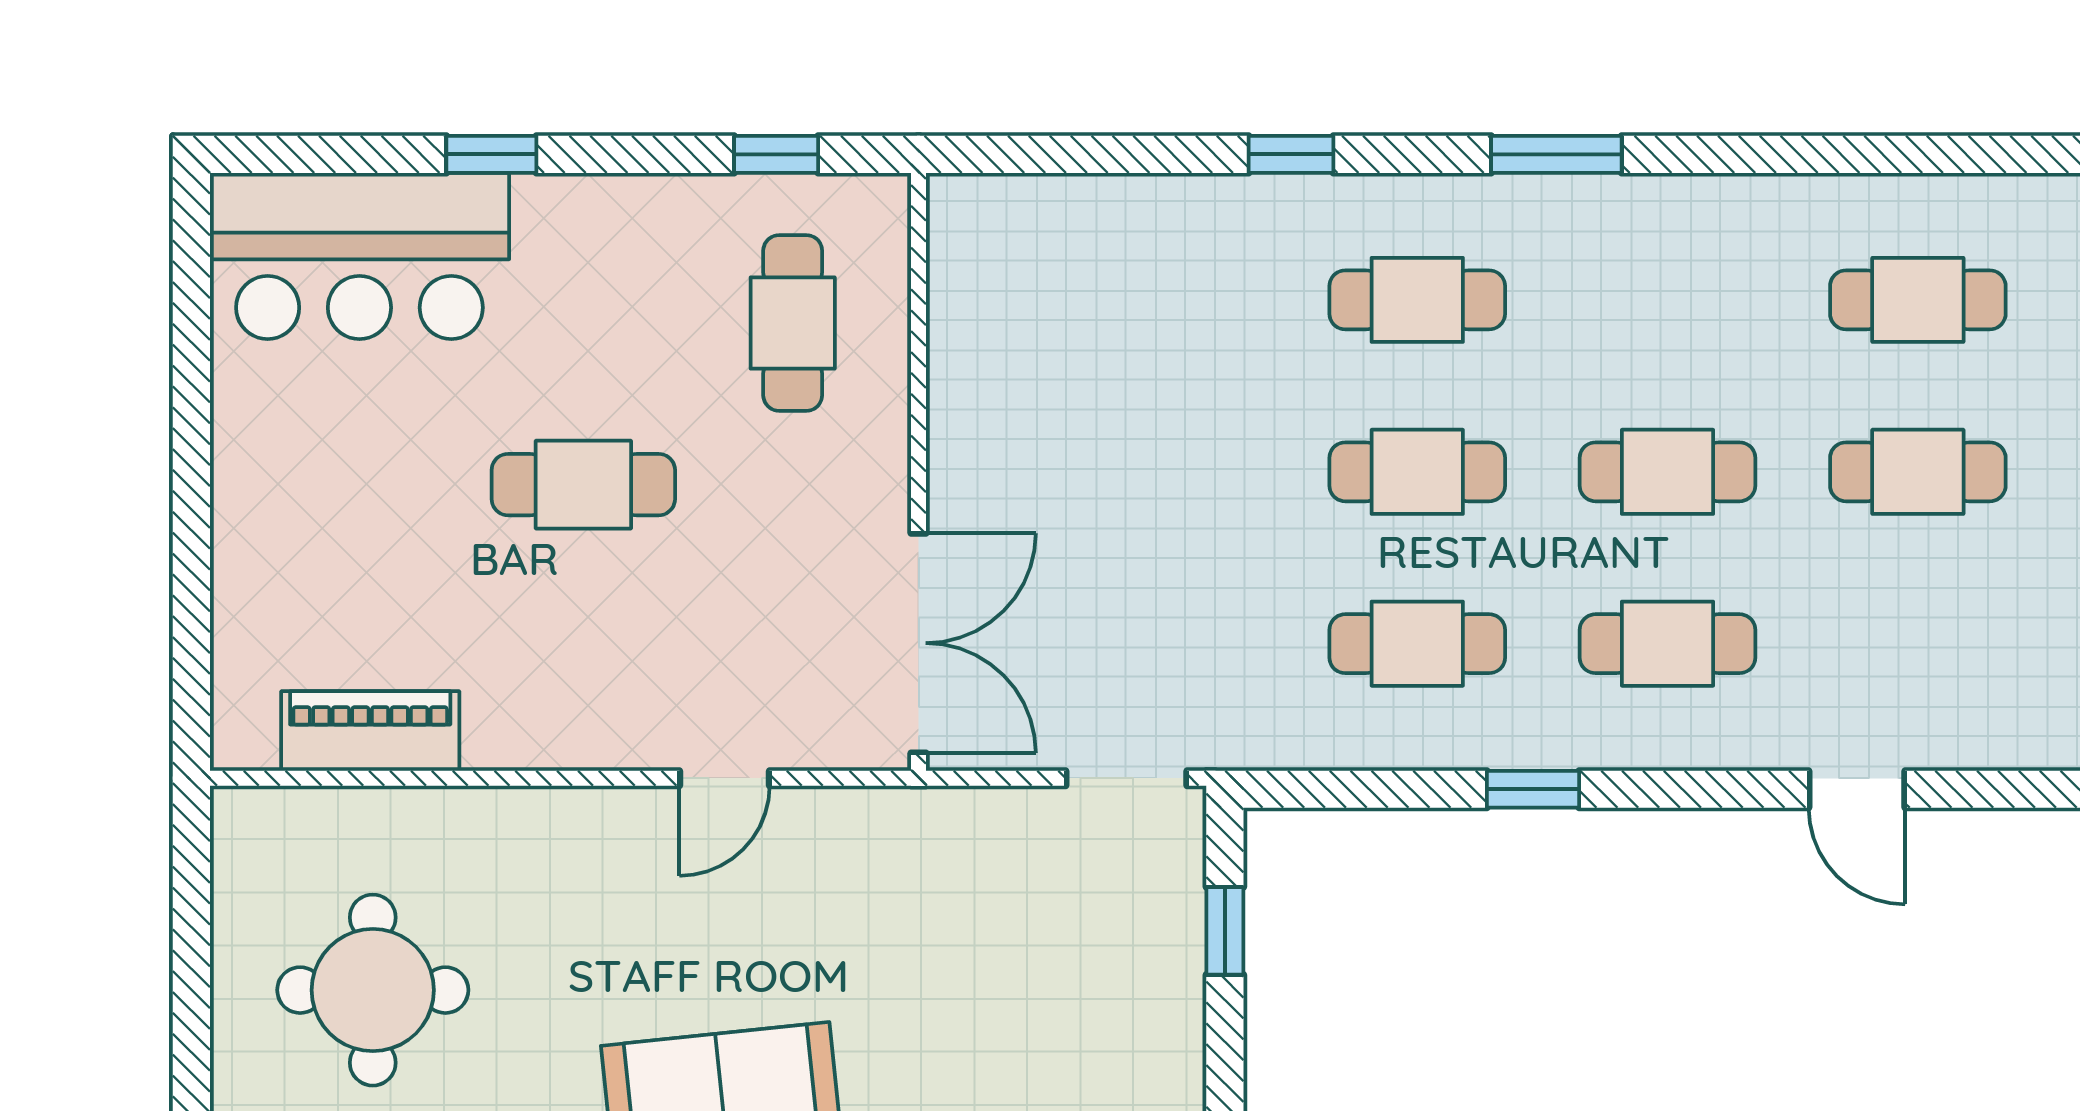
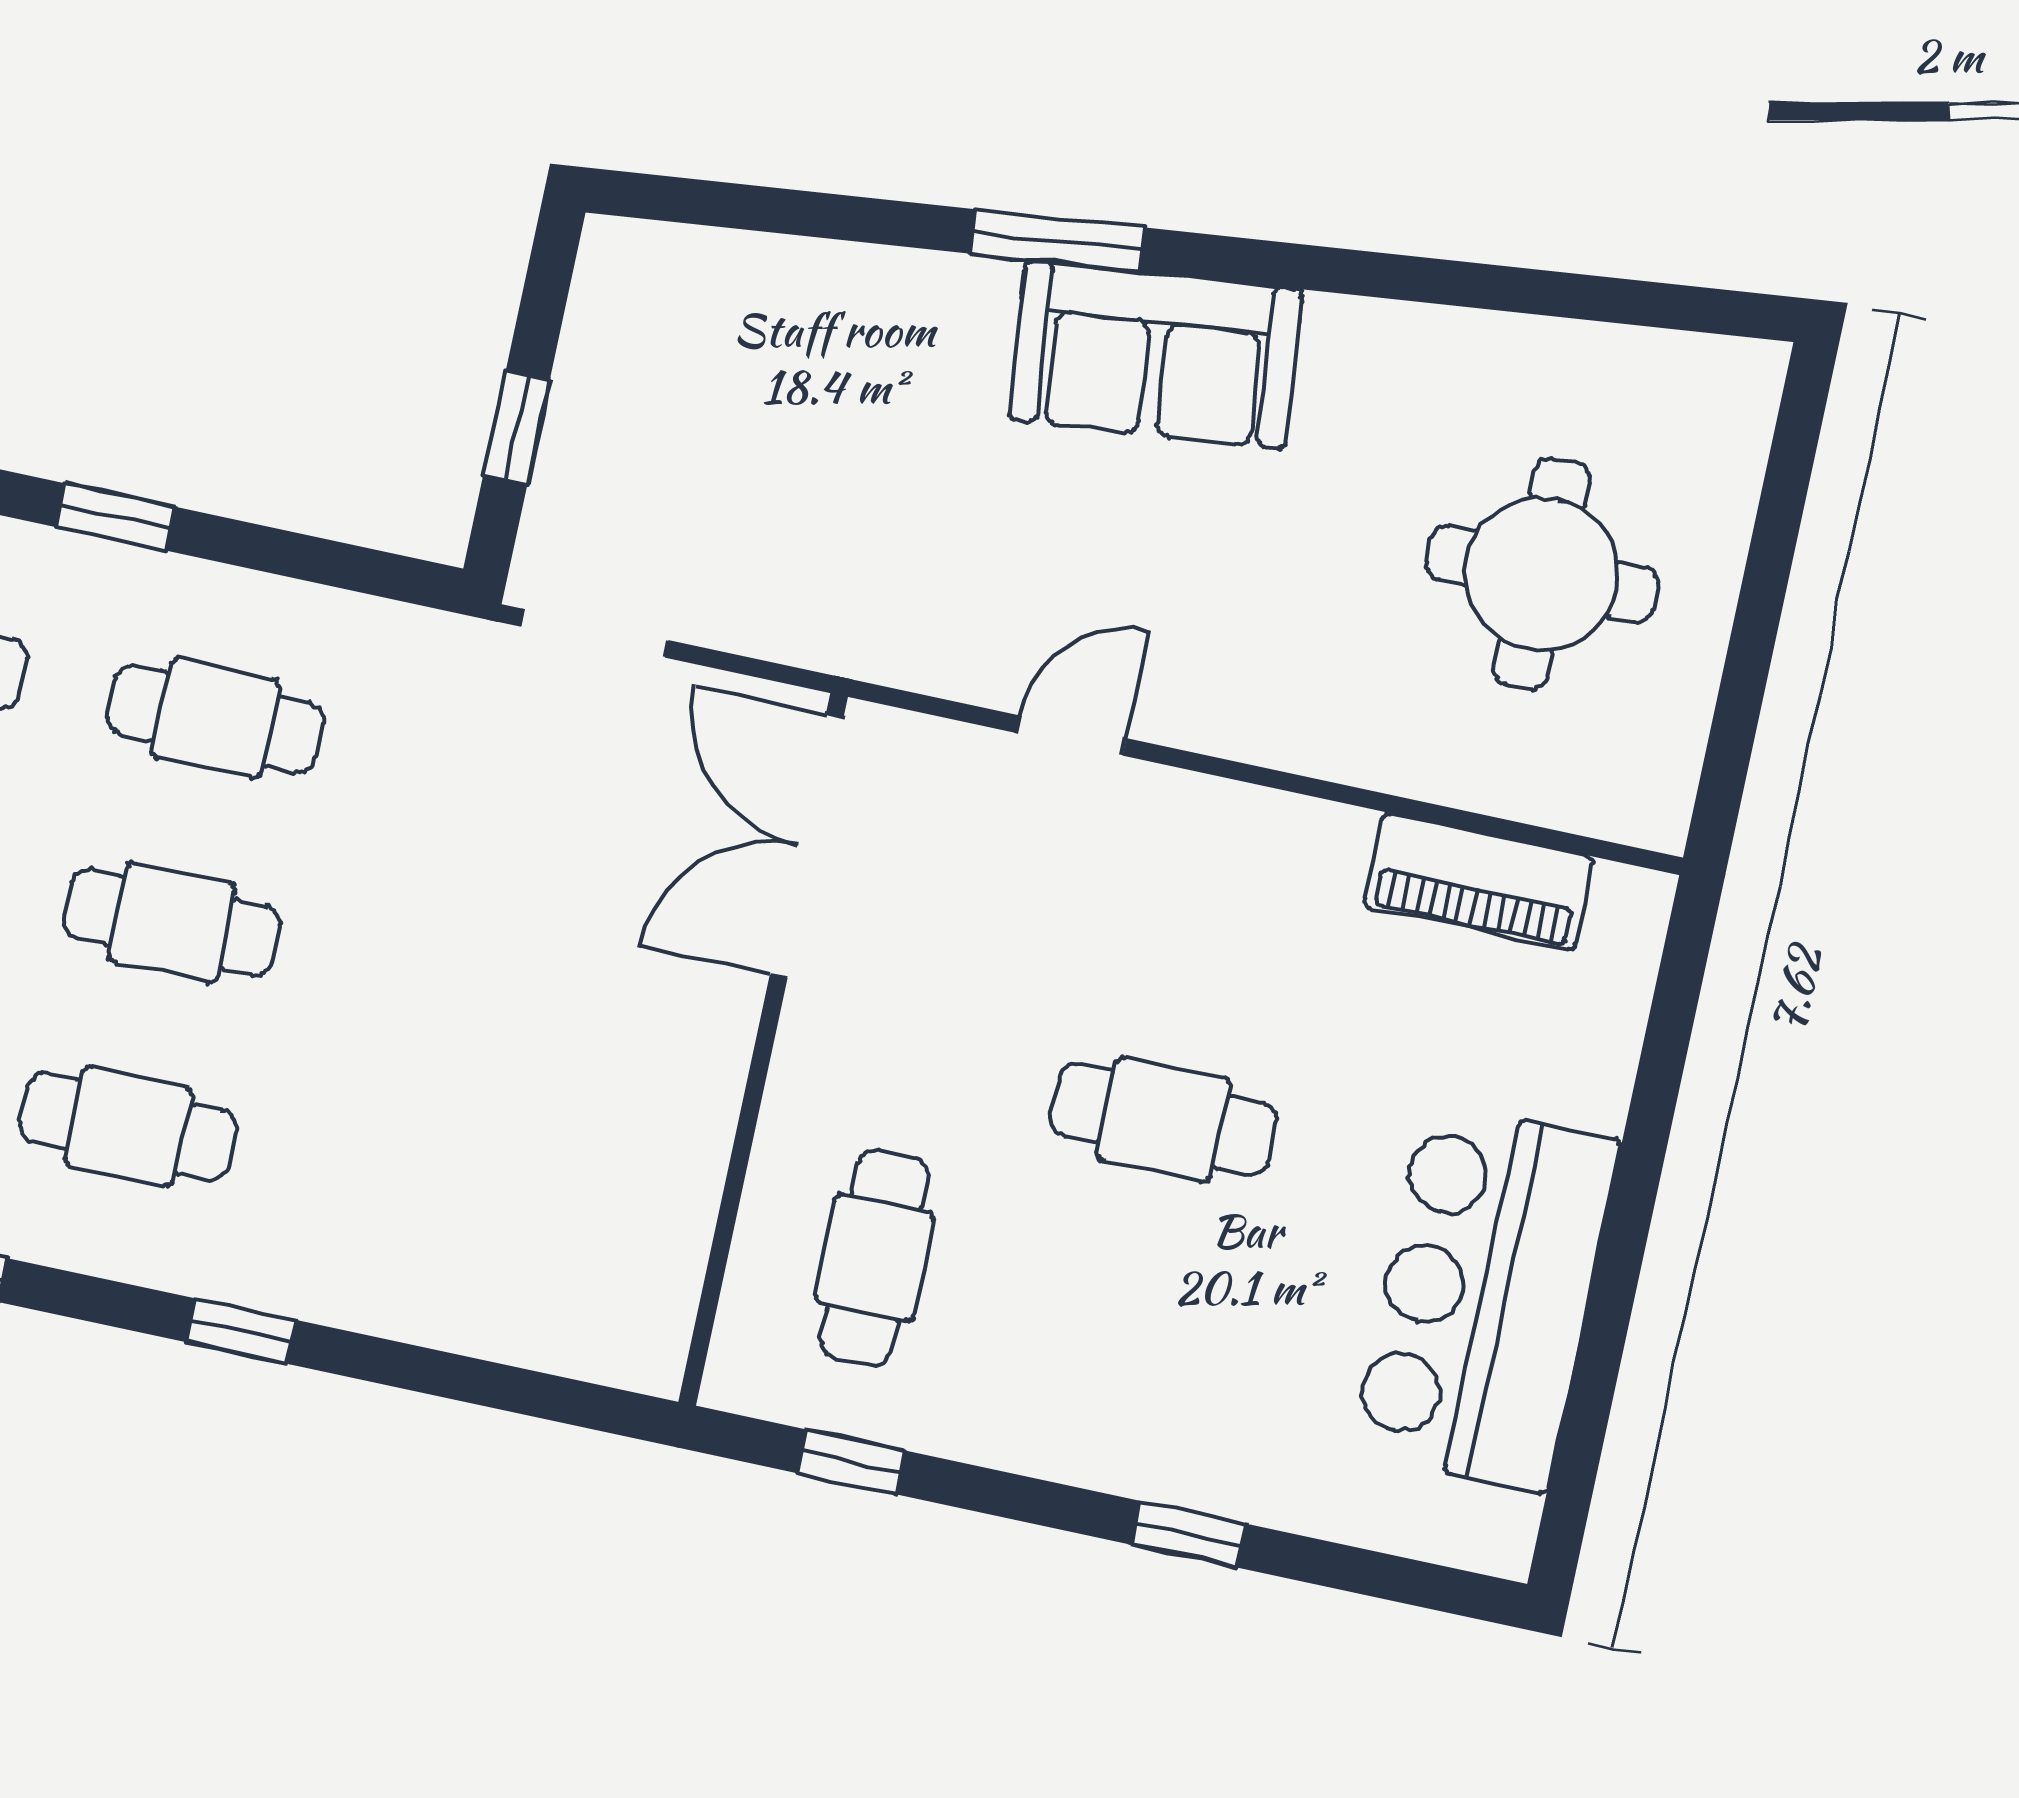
bar counter: (359, 256) -> (1486, 1297), moved, turned -90

